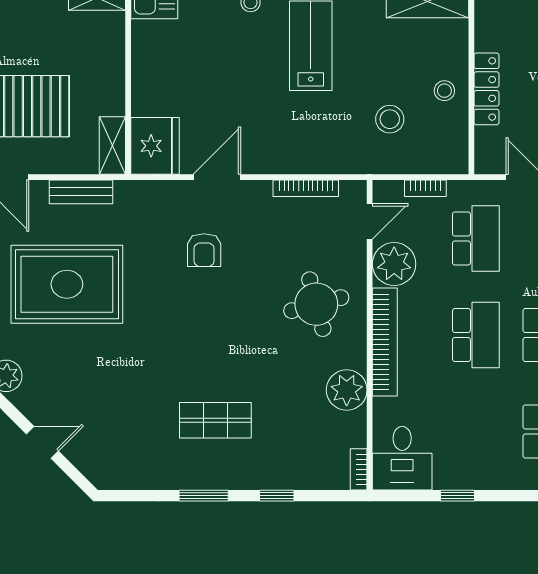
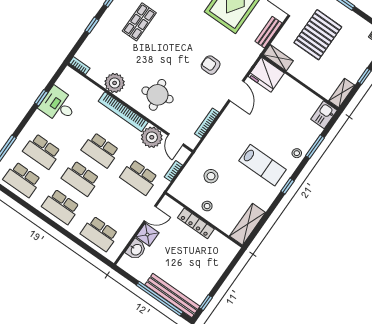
desk: (402, 458) -> (58, 105), moved

